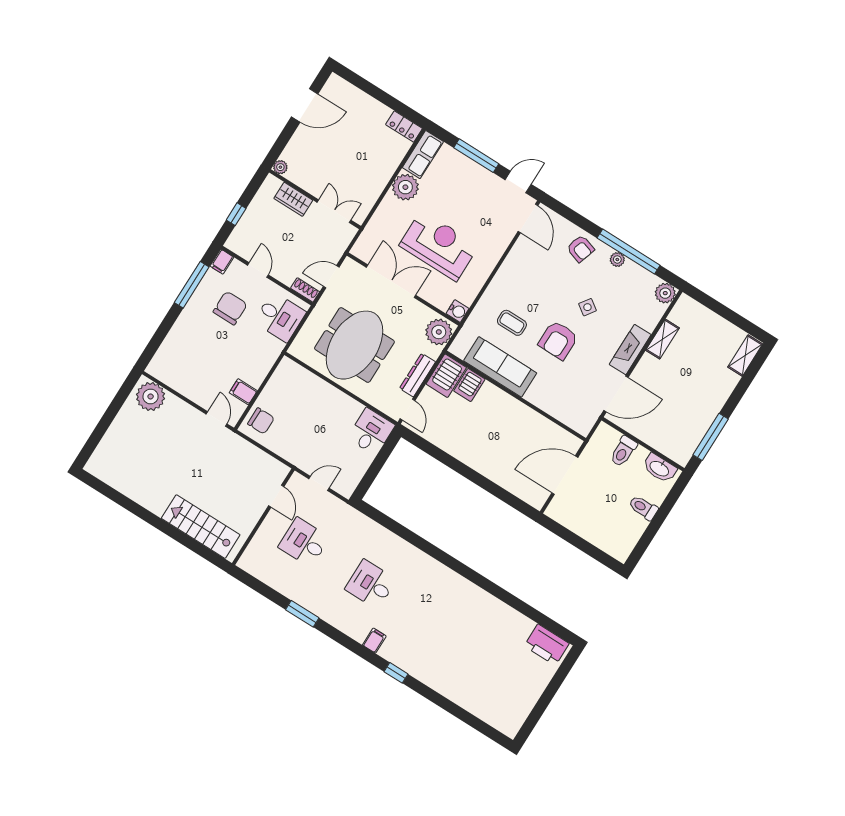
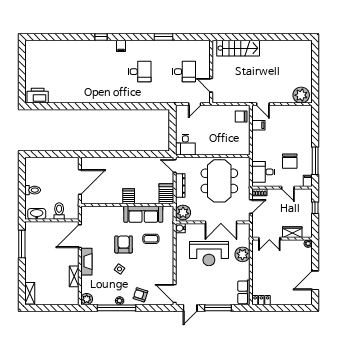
plant: (405, 187) -> (242, 254), moved
server rack: (469, 385) -> (129, 196), moved

